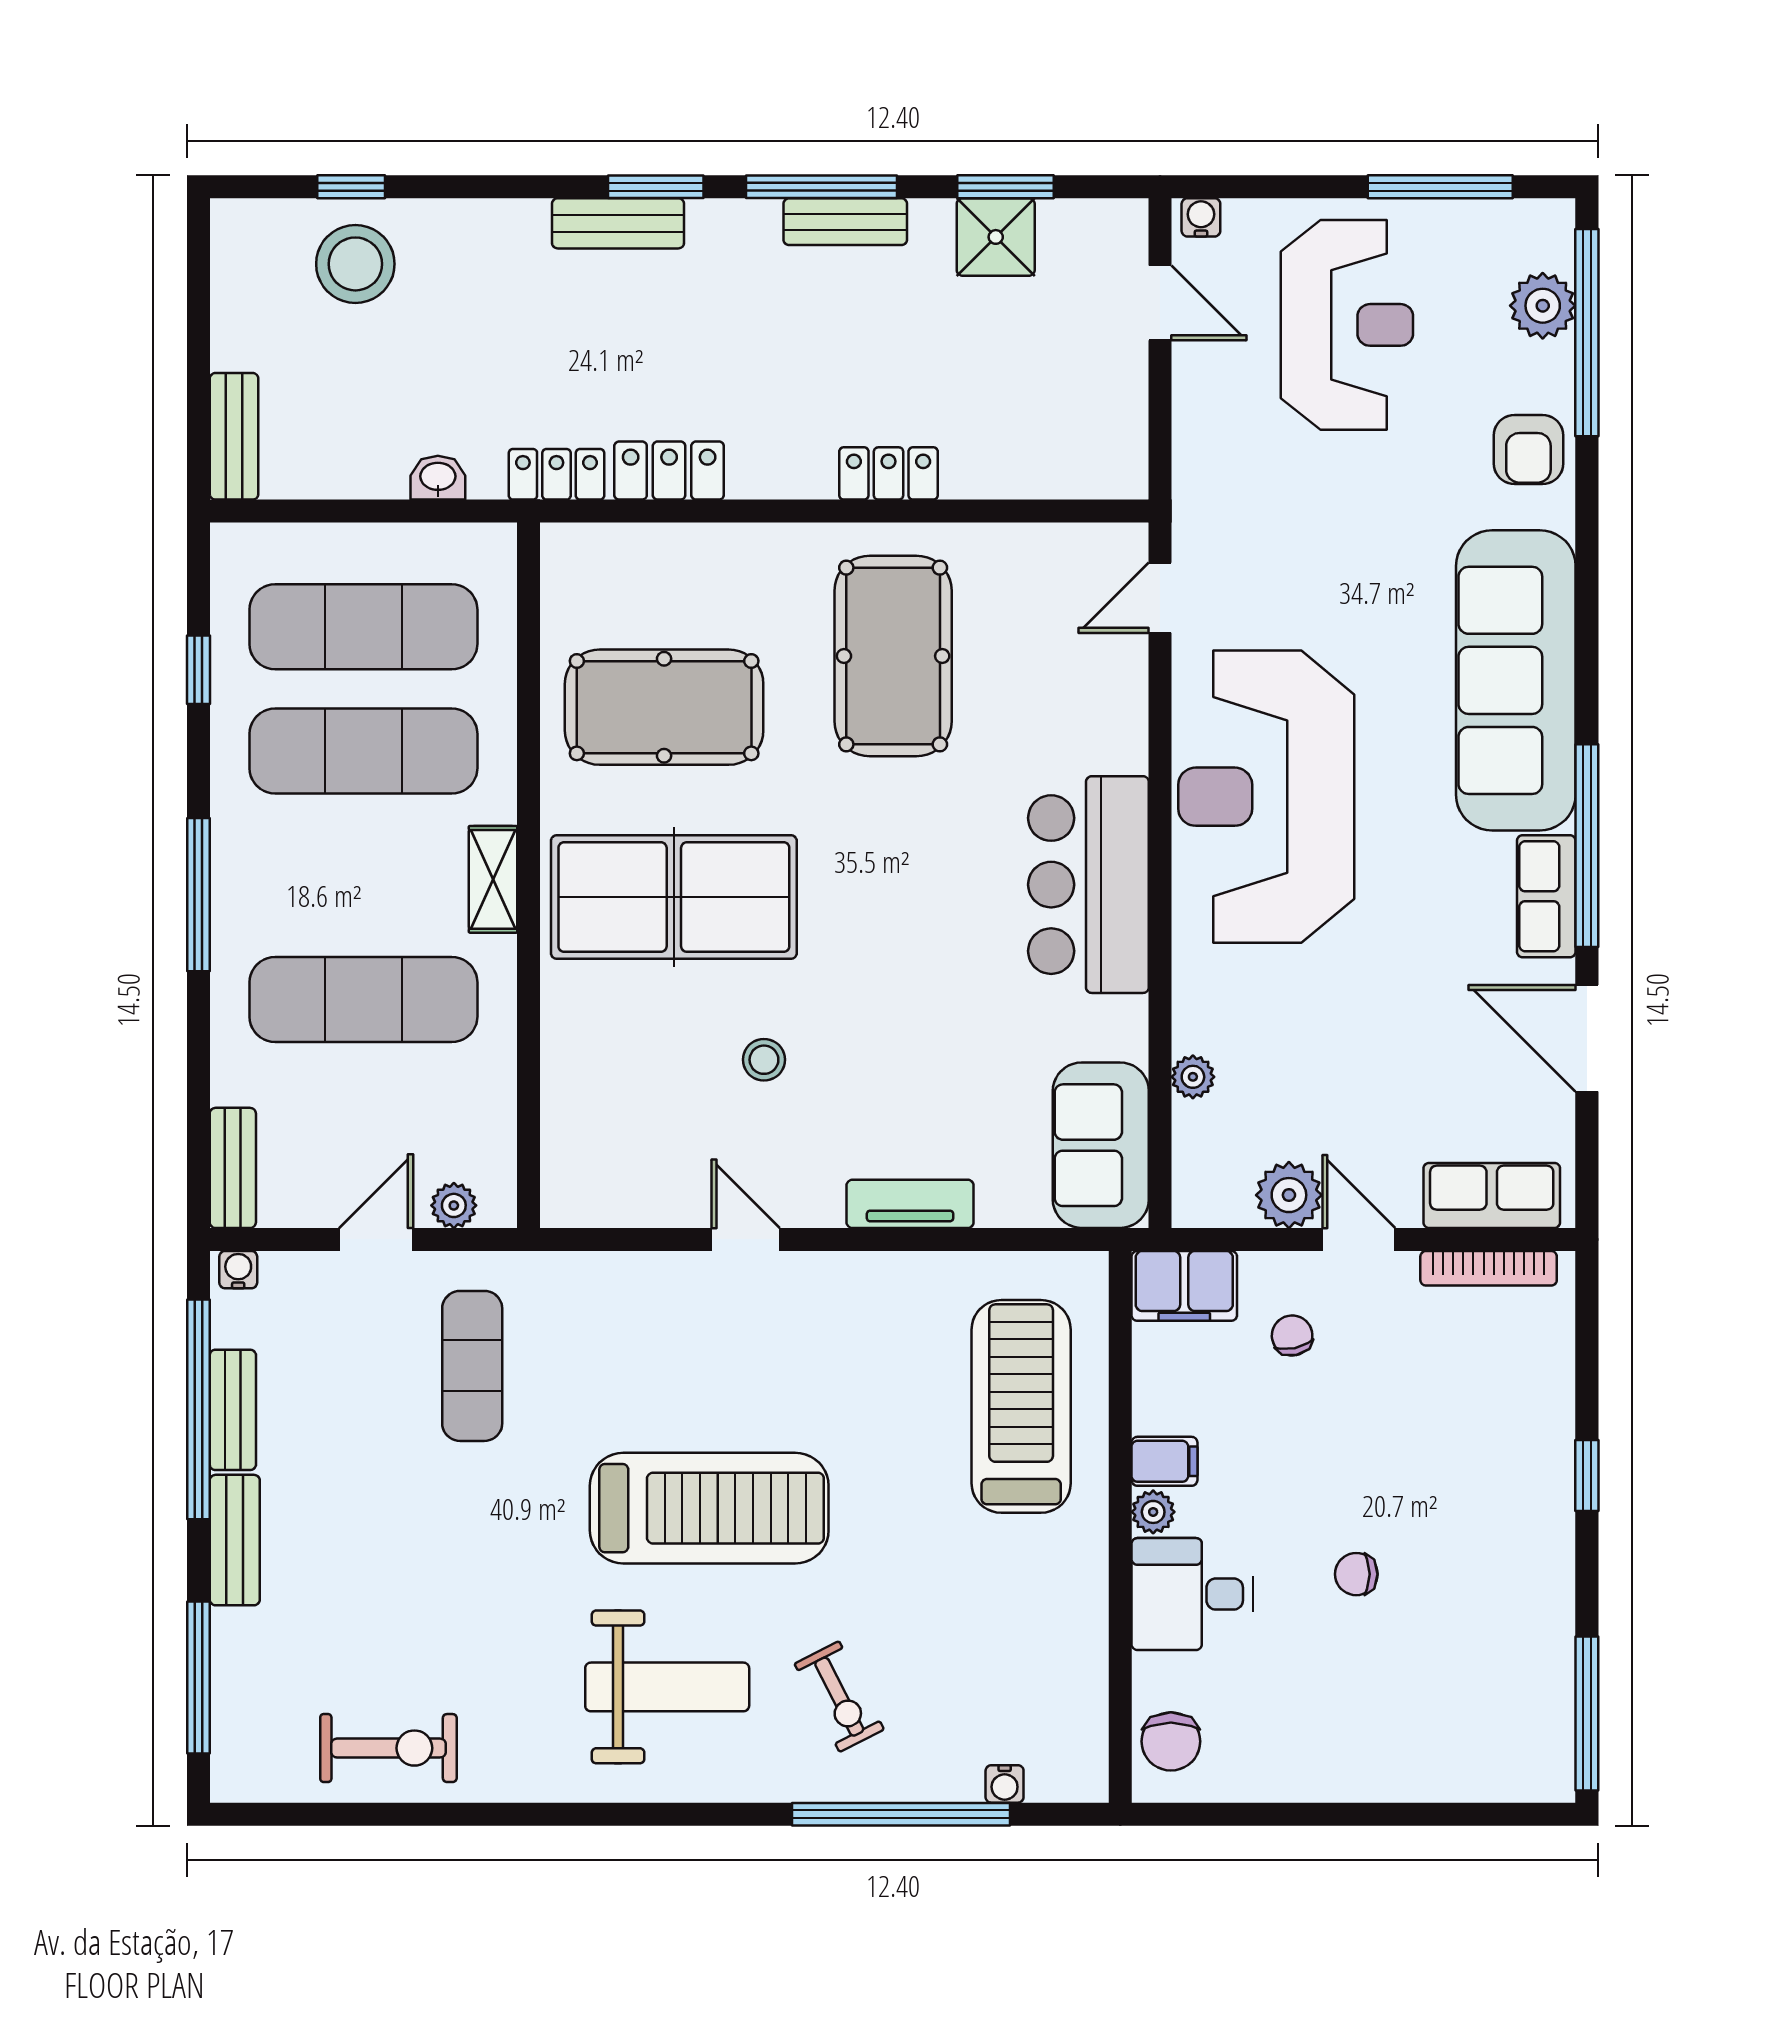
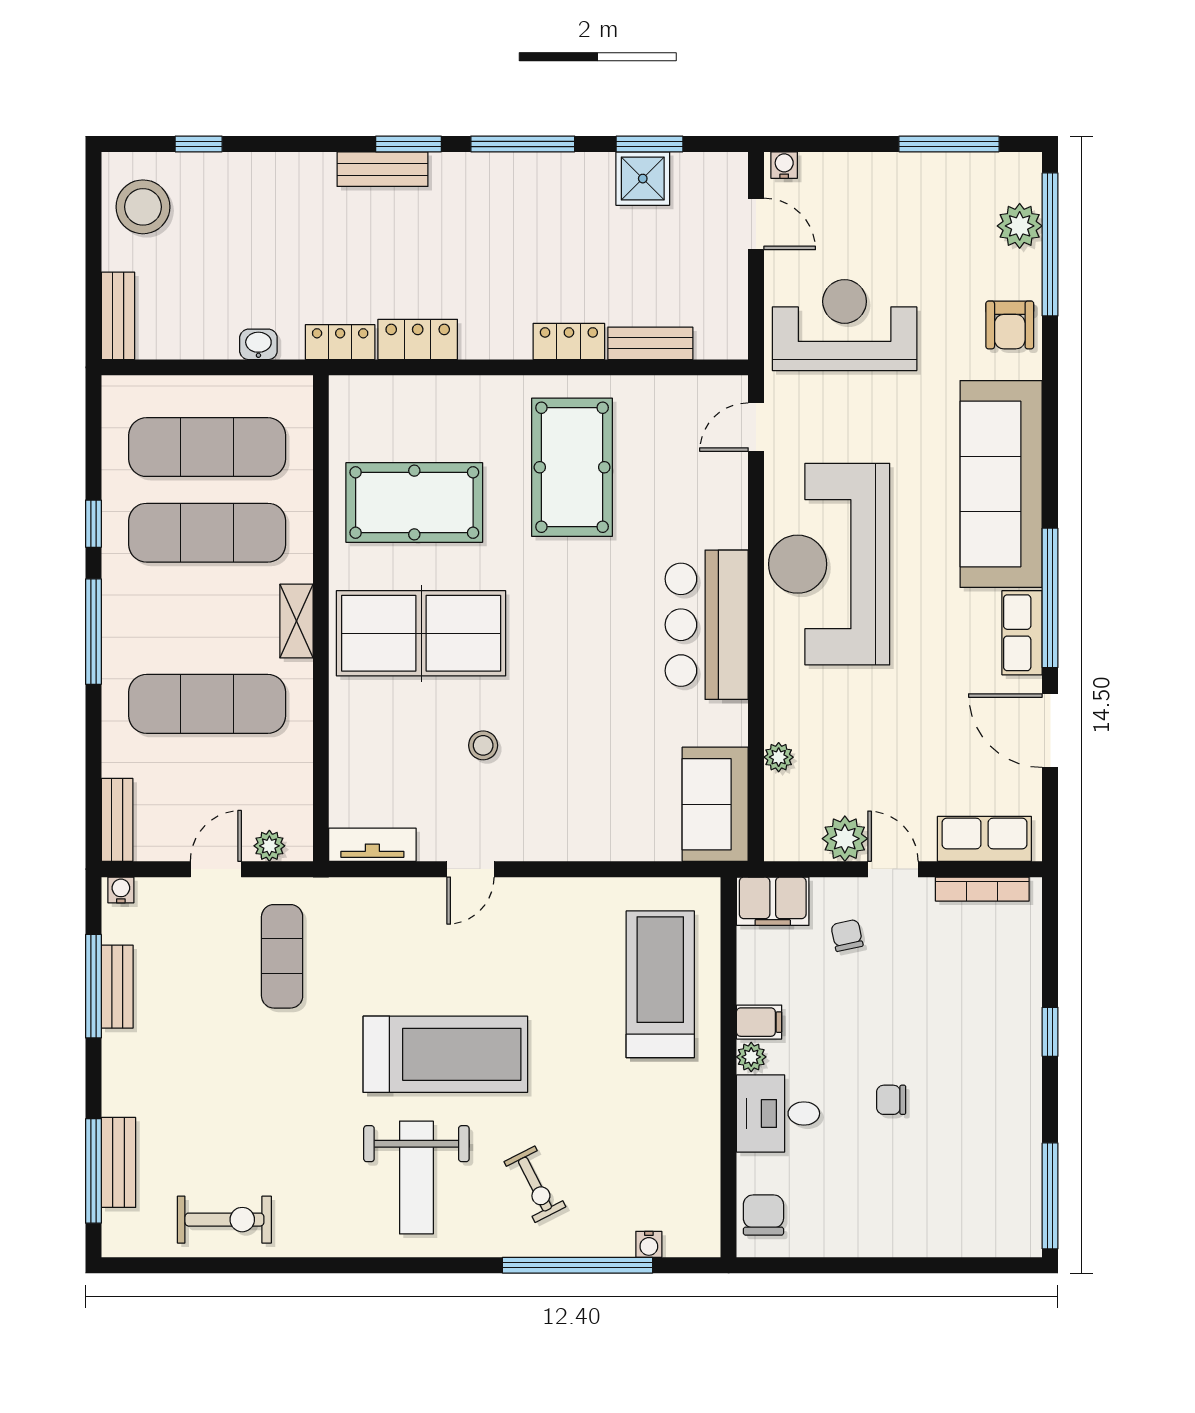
bench: (845, 222) -> (650, 343), moved
stool: (355, 264) -> (143, 207), moved
reception desk: (1347, 325) -> (845, 325), moved, turned -90
window: (198, 670) -> (93, 524), moved
tv unit: (910, 1204) -> (372, 845), moved
door: (746, 1239) -> (470, 869), swing flipped
window: (198, 1409) -> (93, 986), width x0.68
bench: (235, 1540) -> (118, 1162), moved
weight bench: (667, 1687) -> (416, 1178), turned 90
chair: (1171, 1741) -> (763, 1215), turned 180

